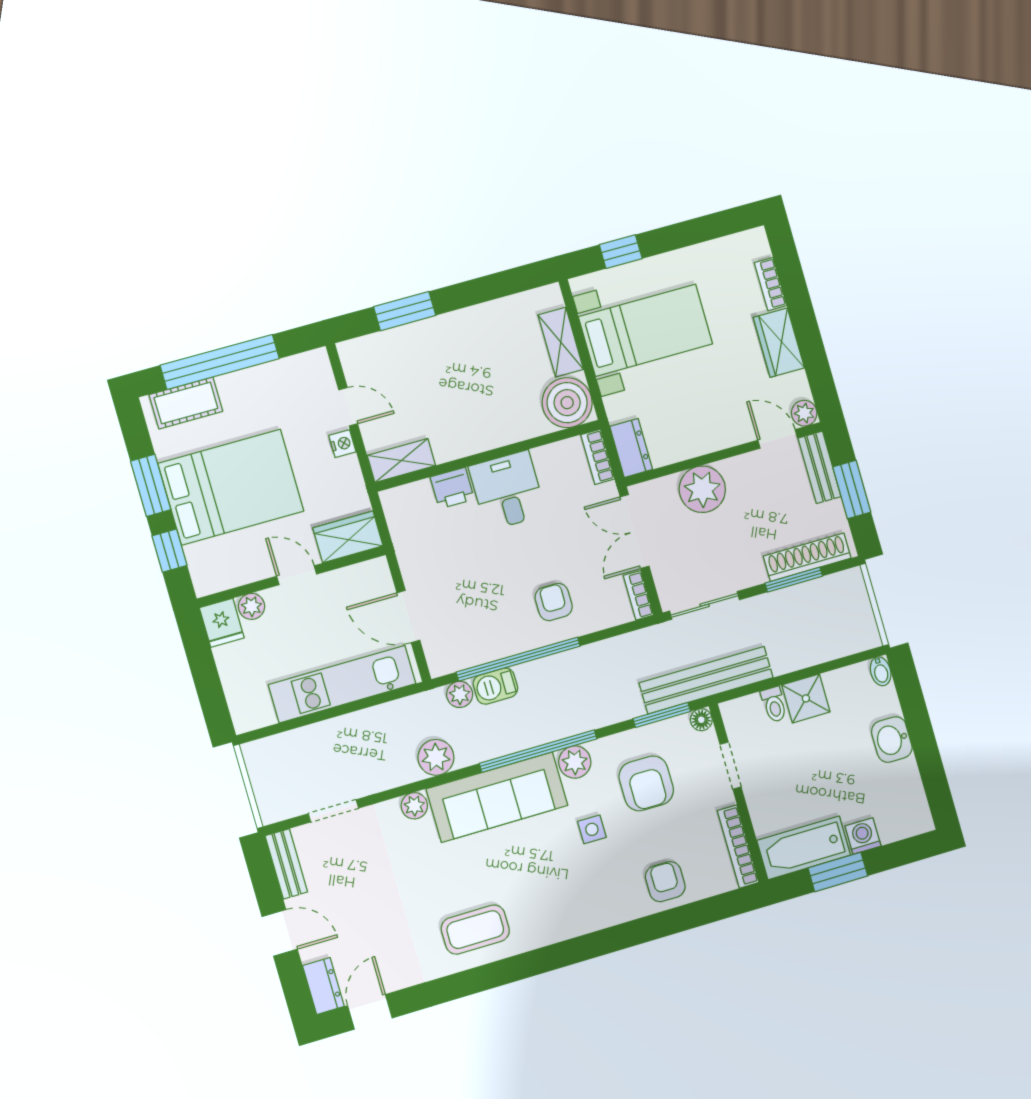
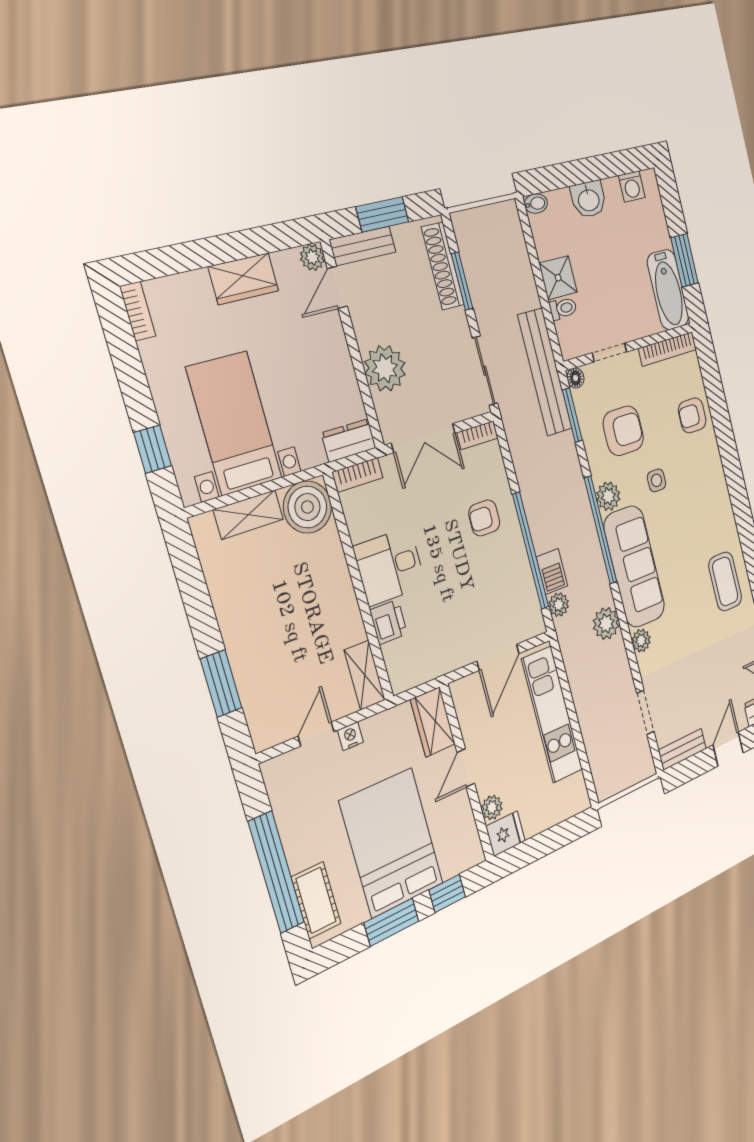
bookcase: (770, 284) -> (138, 311), moved, turned -90
washing machine: (863, 836) -> (632, 186), moved, turned -90

